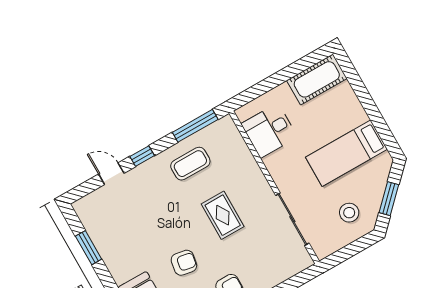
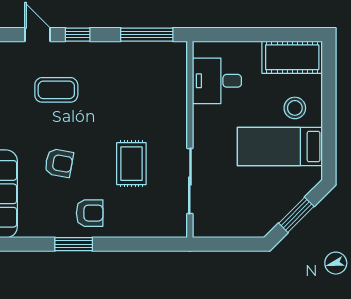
coffee table: (190, 164) -> (56, 90), moved
stool: (349, 213) -> (295, 108), moved
rug: (223, 215) -> (131, 164), moved

